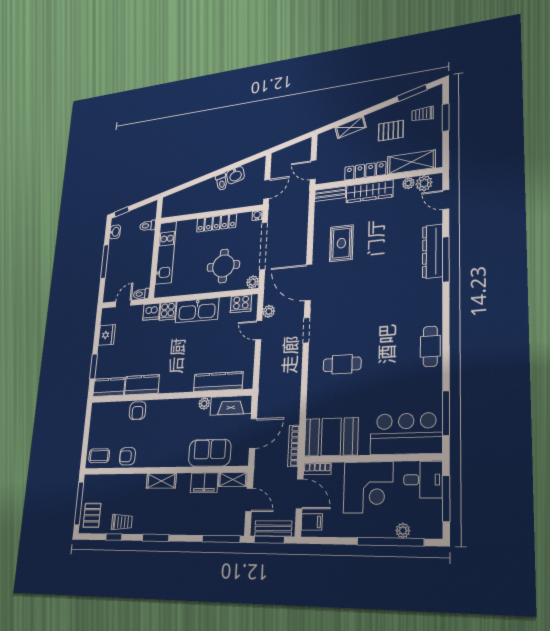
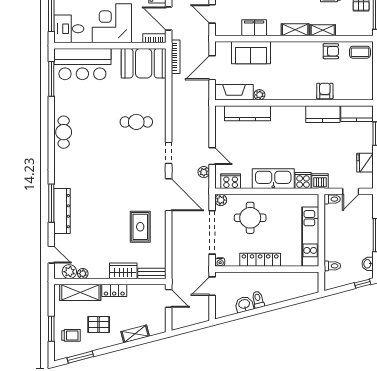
locker: (365, 171) -> (114, 290), width x0.66
wardrobe: (370, 191) -> (123, 271), width x0.67
shelving: (233, 480) -> (323, 30), moved

